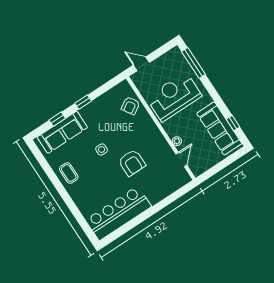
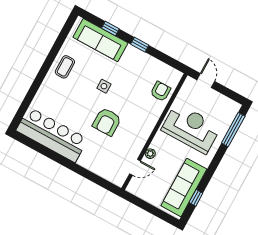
armchair: (130, 106) -> (160, 91), turned 122

